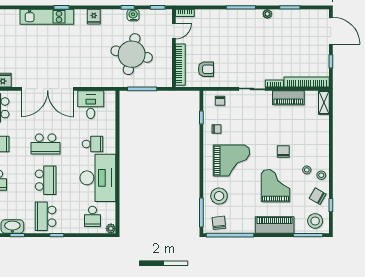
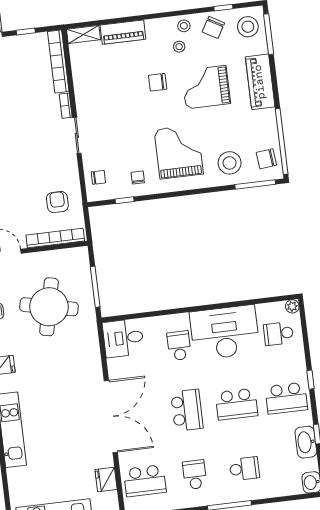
piano: (288, 98) -> (123, 32), moved, turned 90
desk: (91, 105) -> (123, 338), moved
school desk: (46, 180) -> (237, 404), turned 180
school desk: (92, 216) -> (279, 334), turned 180

